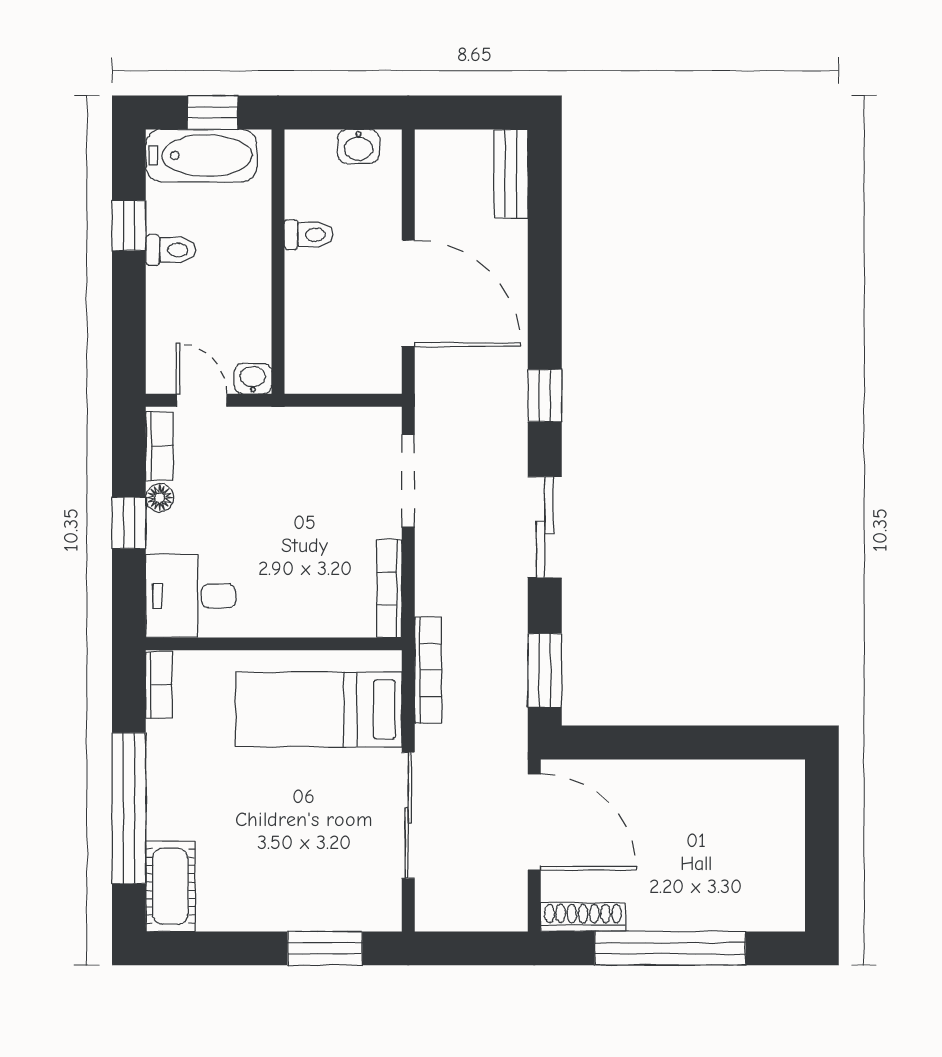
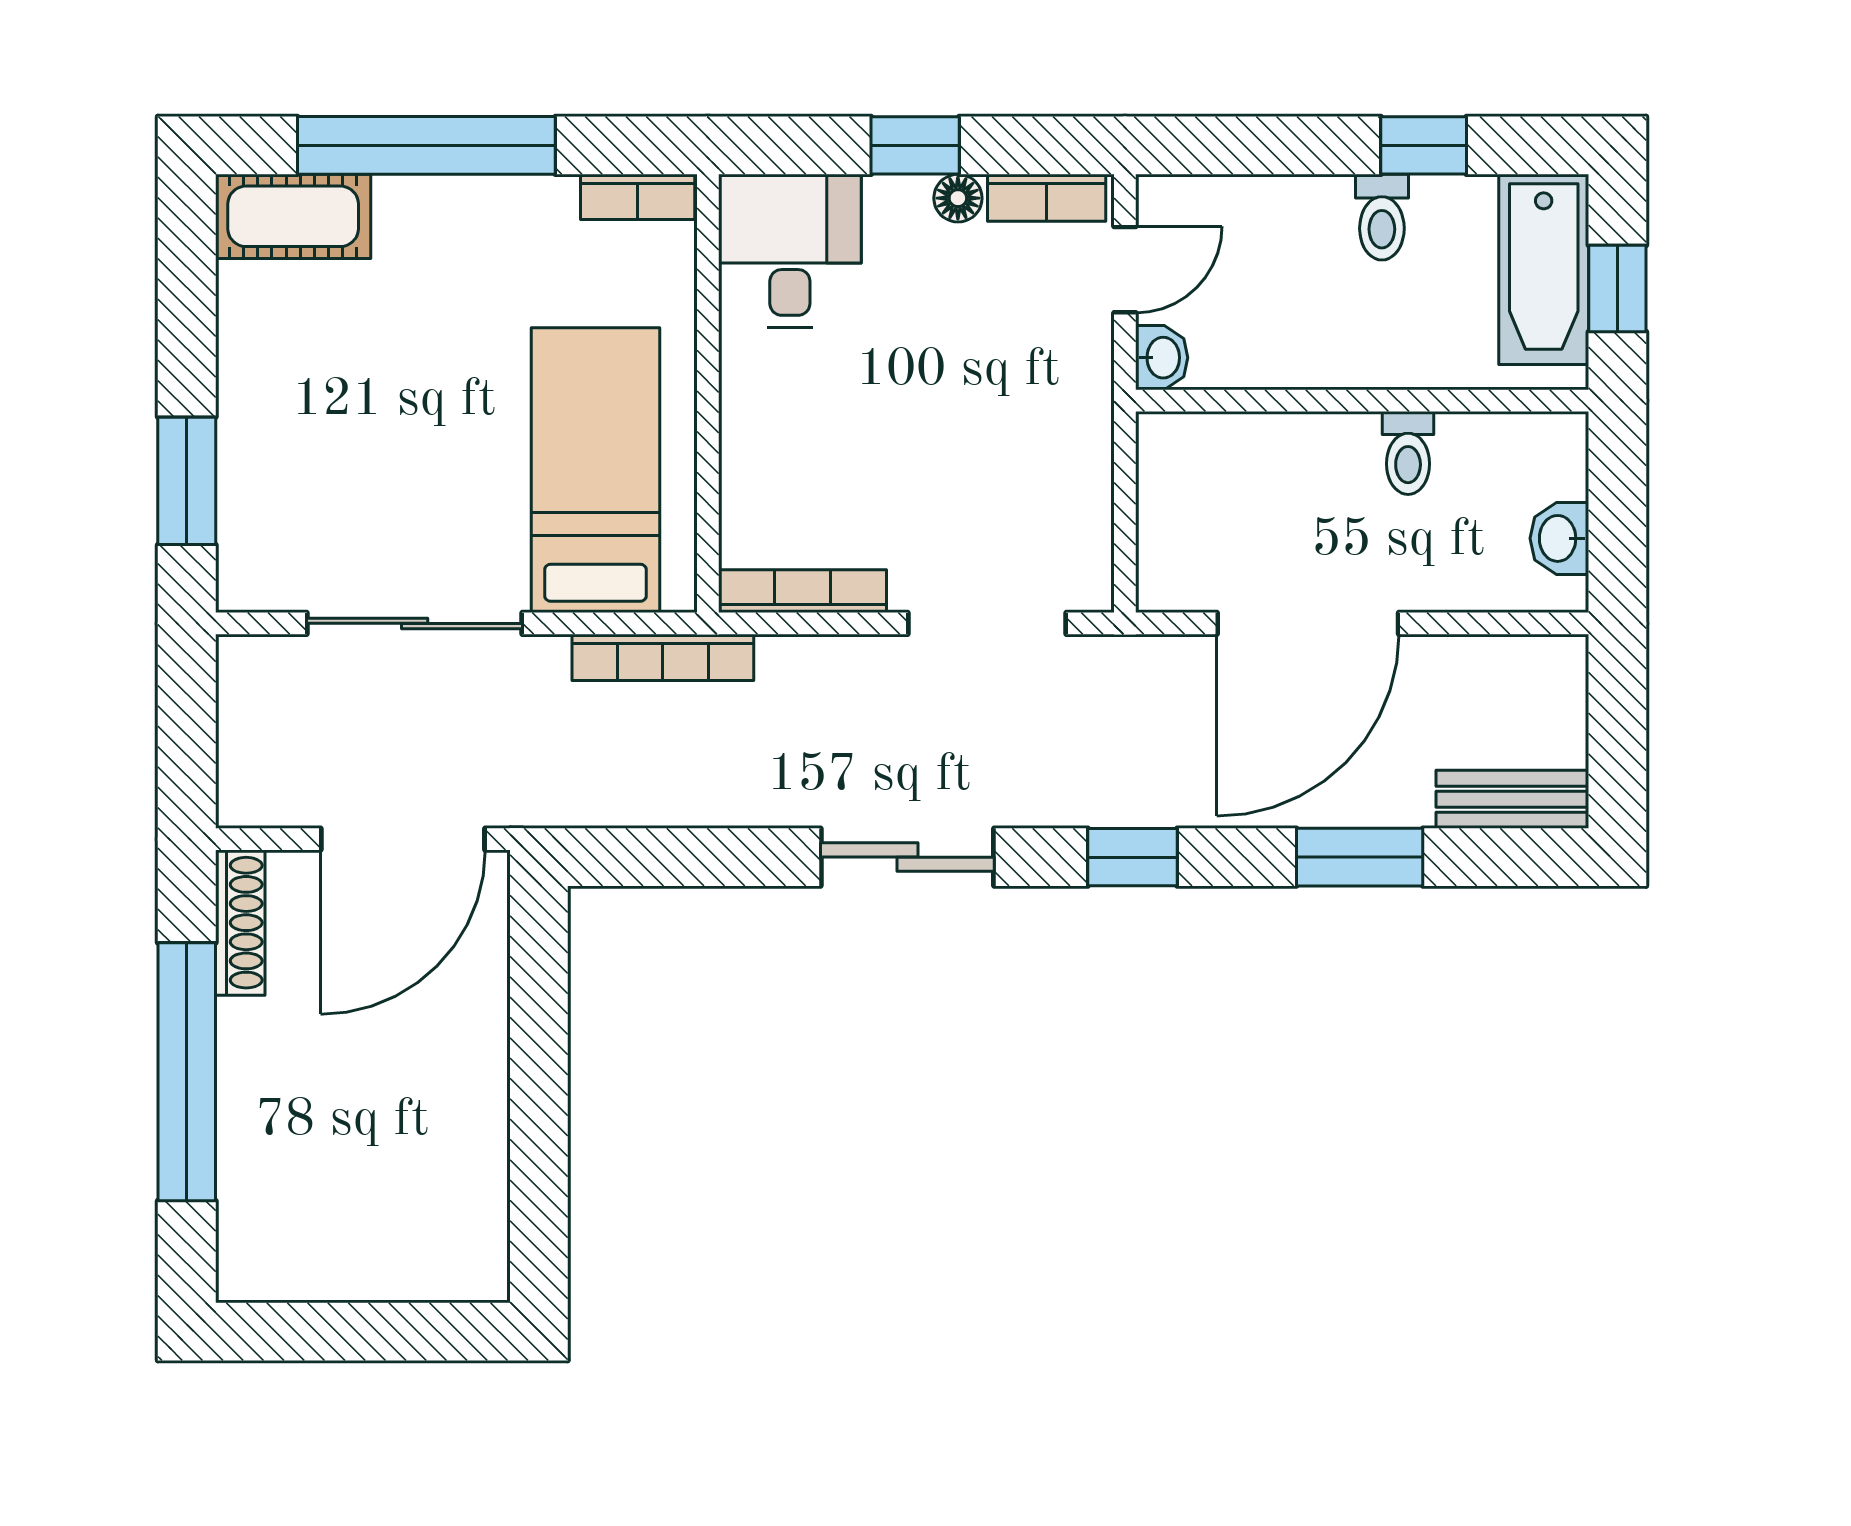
window: (545, 670) -> (1360, 857), moved

